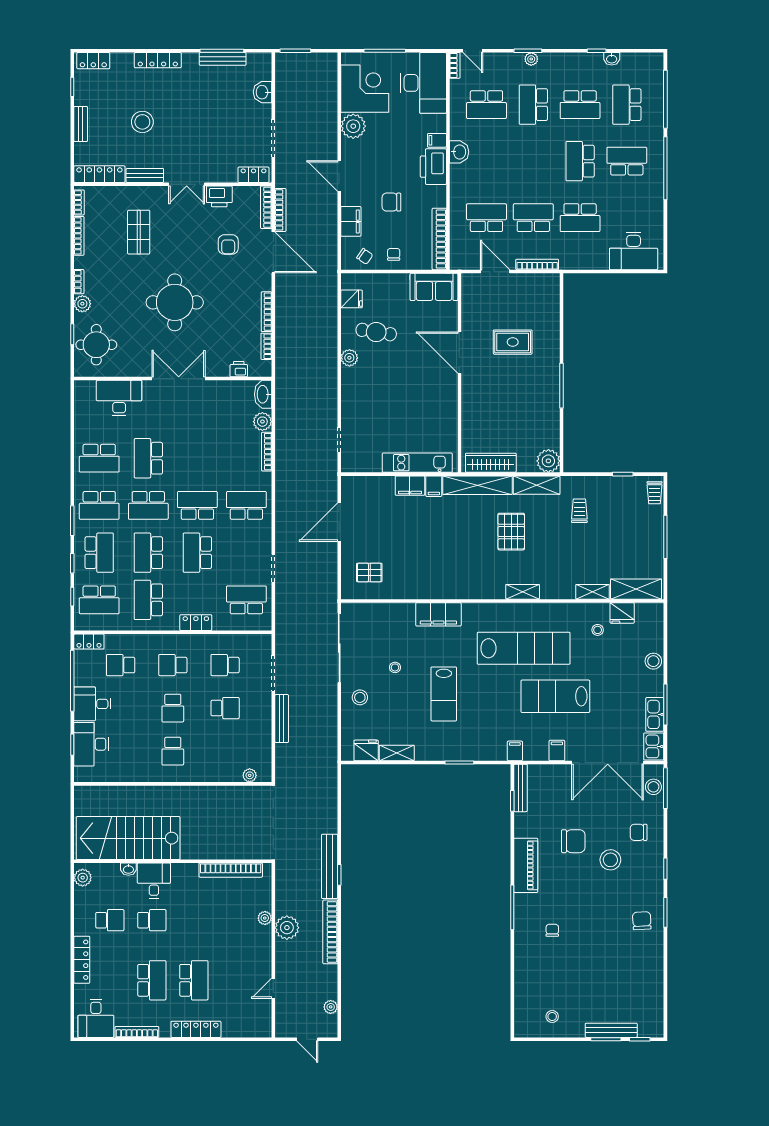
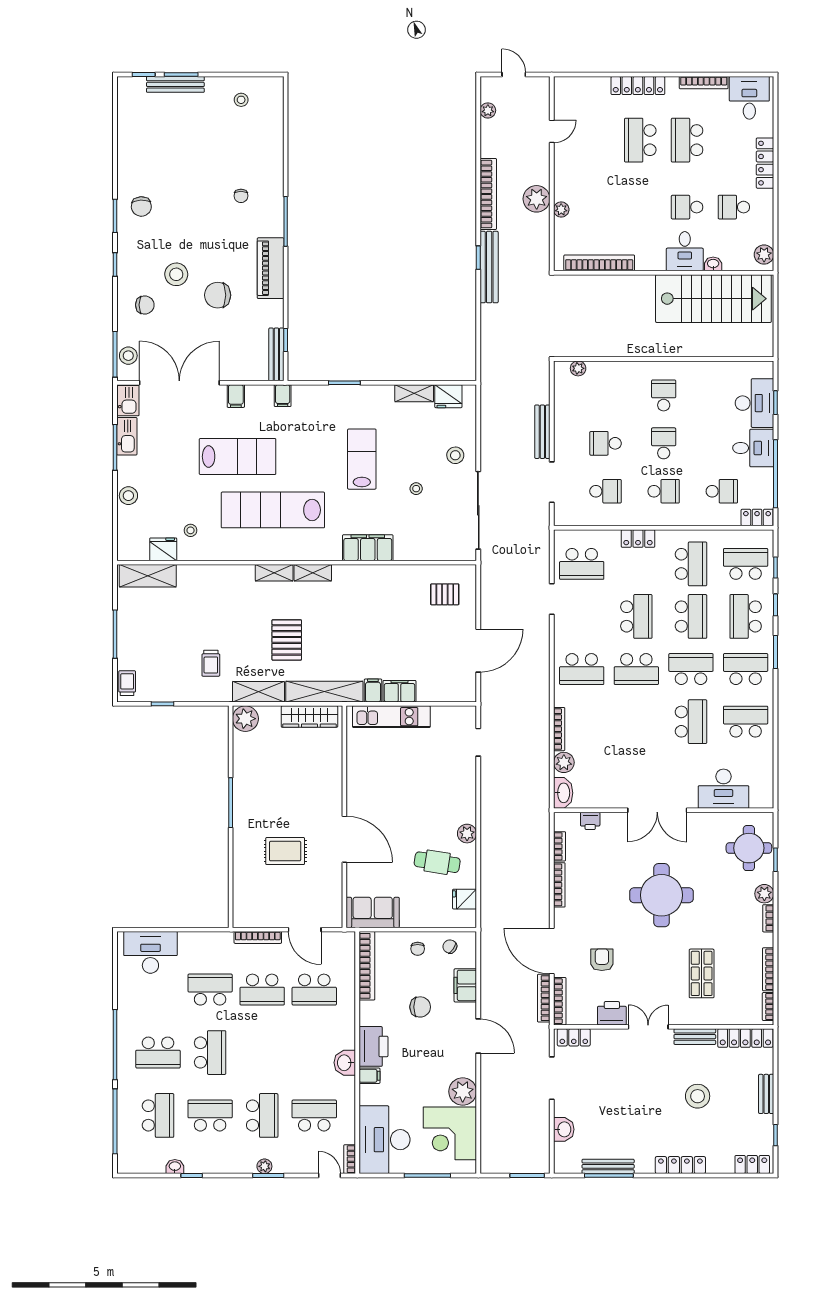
shelving: (593, 592) -> (313, 573), moved

